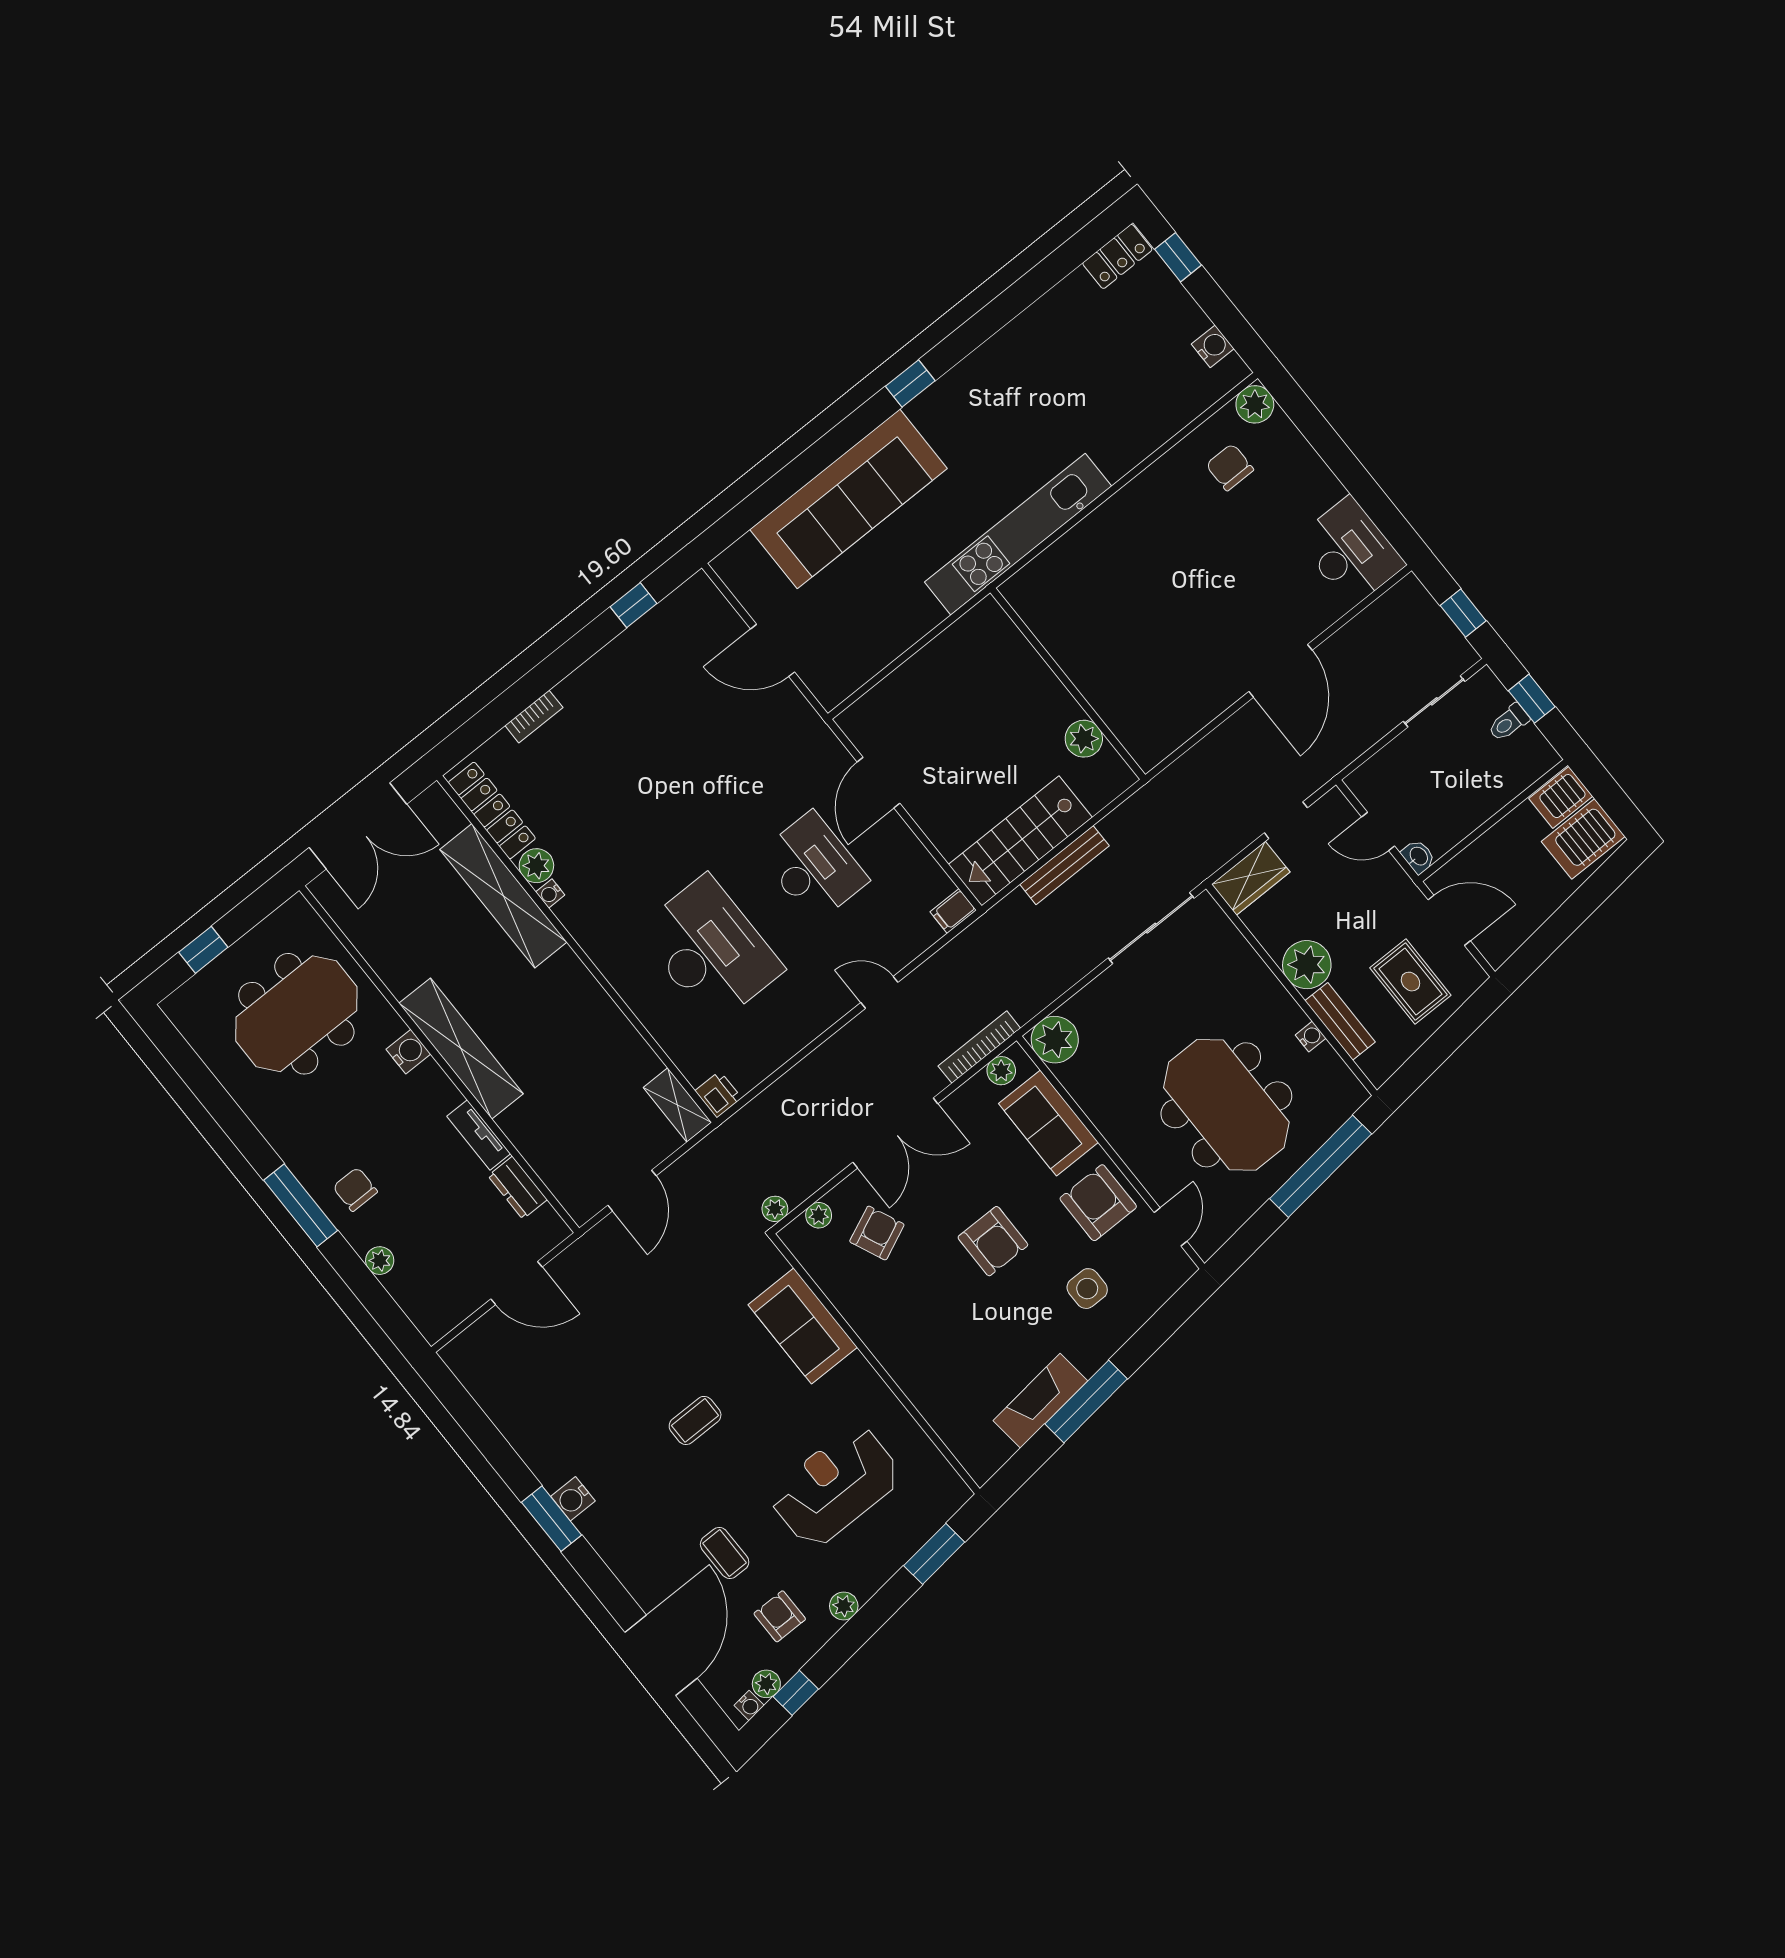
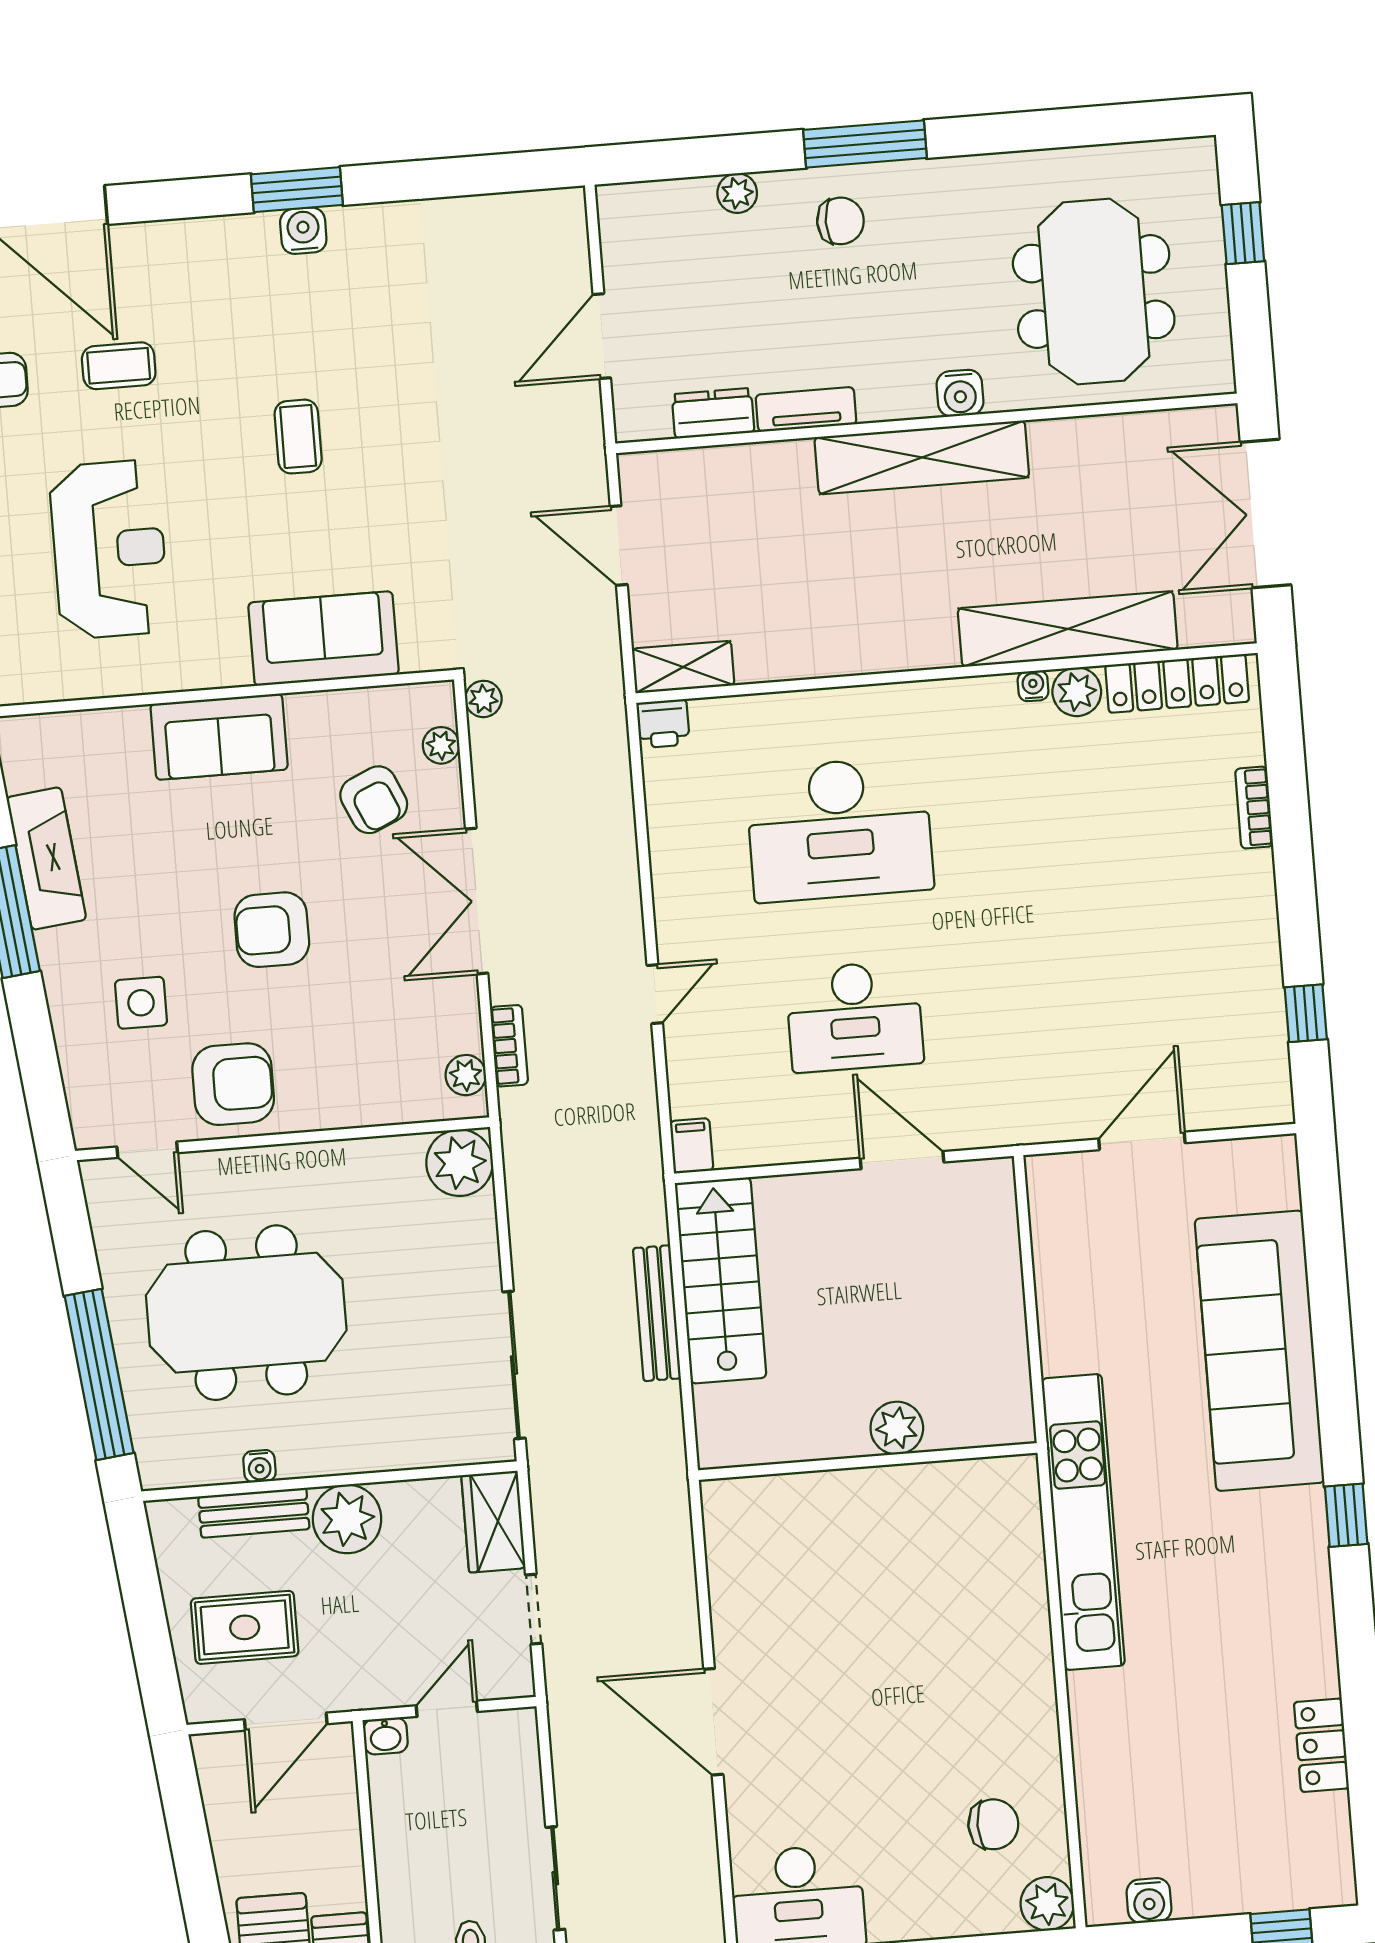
locker: (1117, 256) -> (1321, 1745), moved
plant: (1084, 739) -> (897, 1428), moved
bookcase: (979, 1047) -> (509, 1046), width x0.64
sofa: (1048, 1123) -> (219, 737), moved, turned 180

